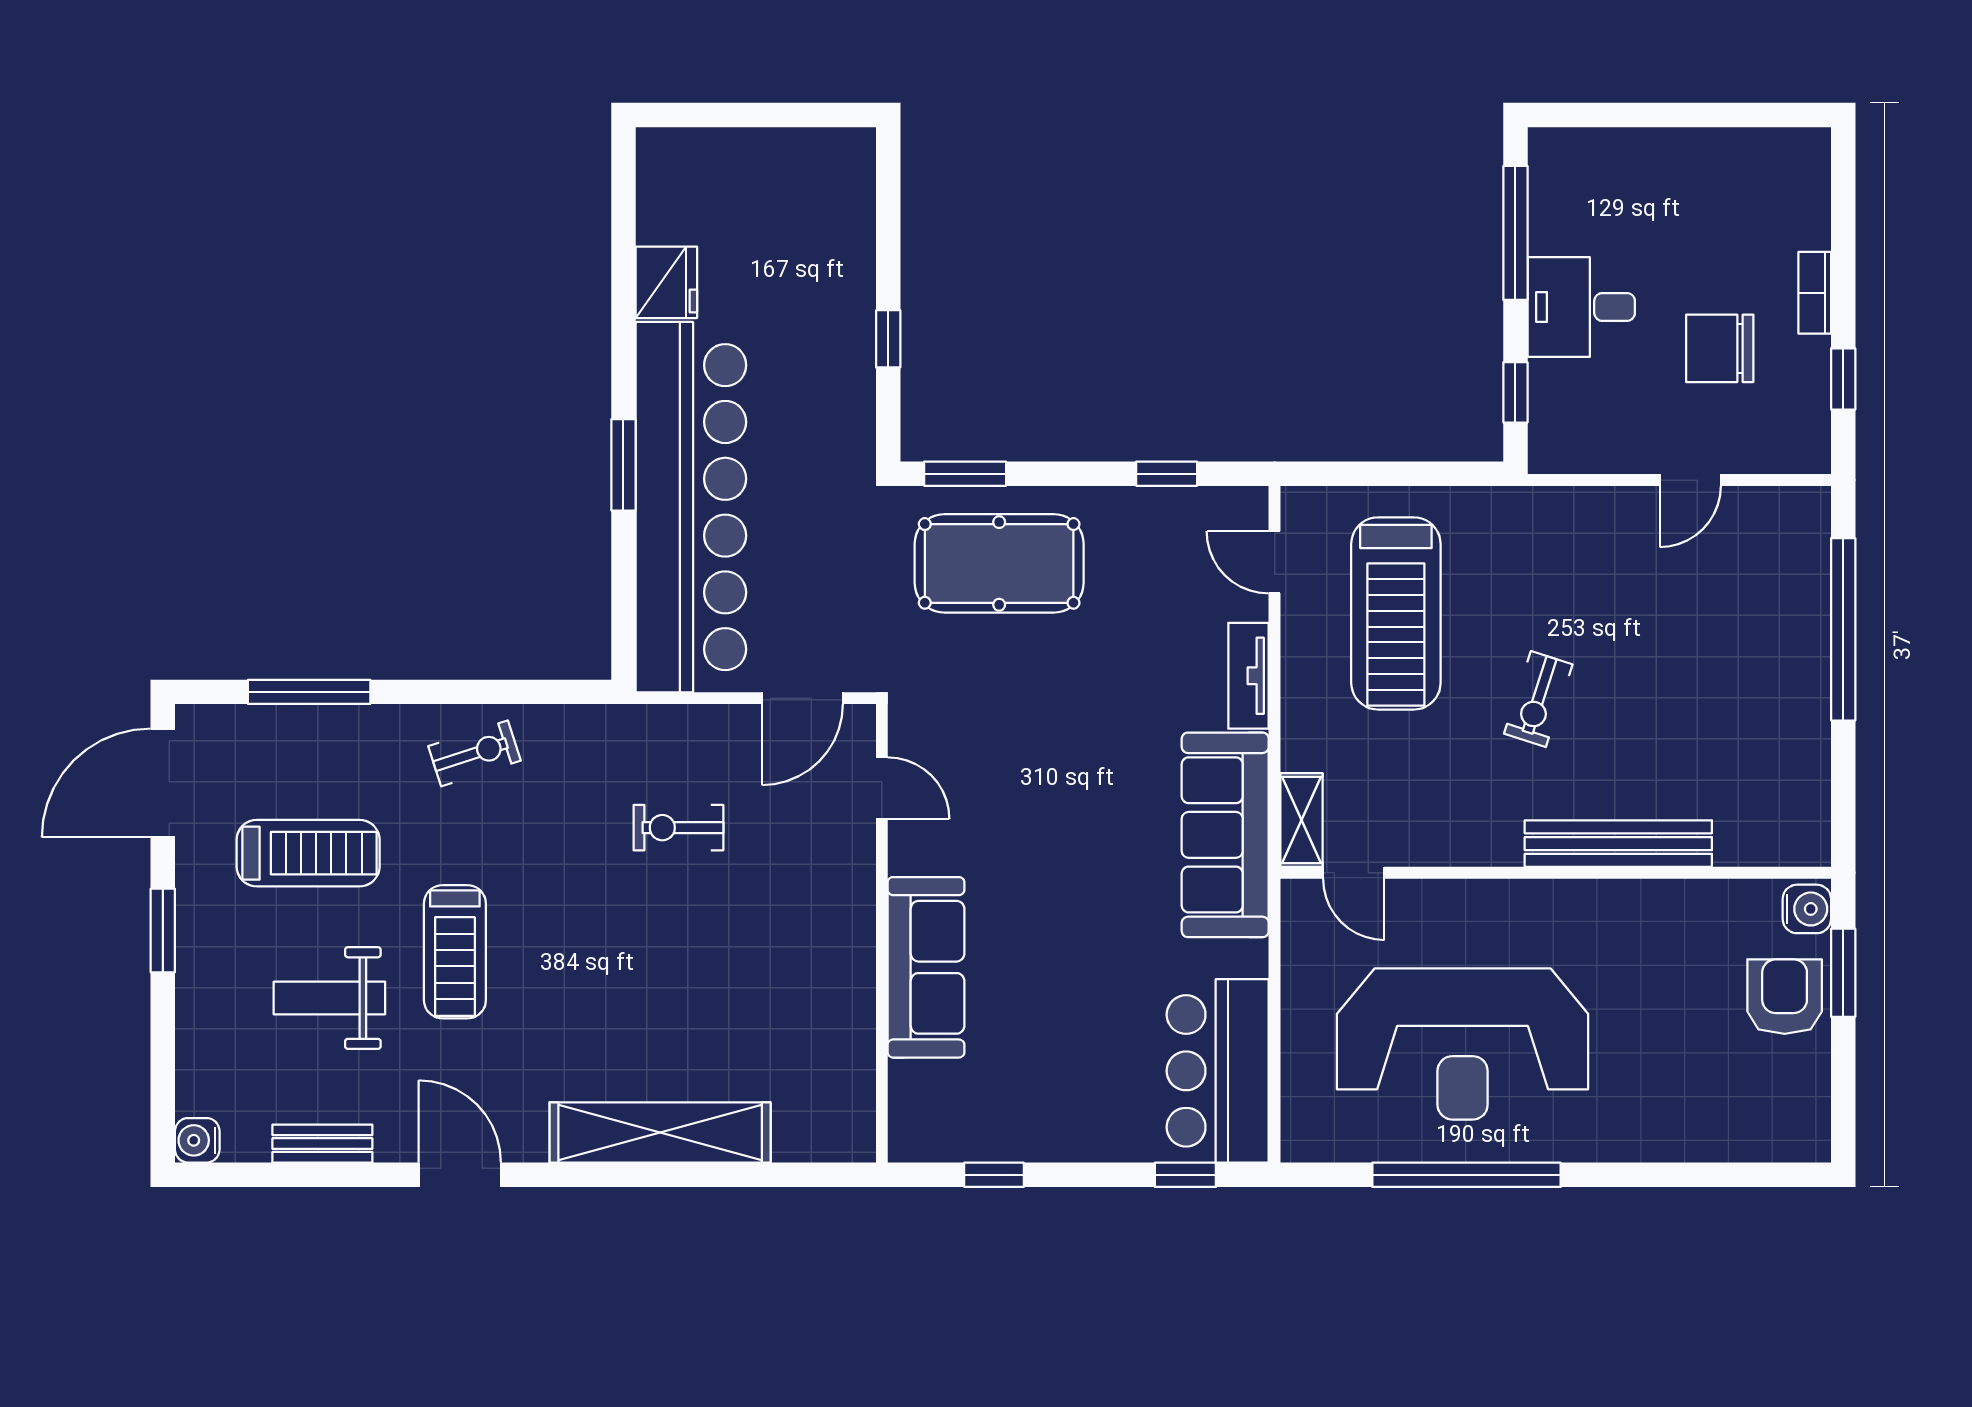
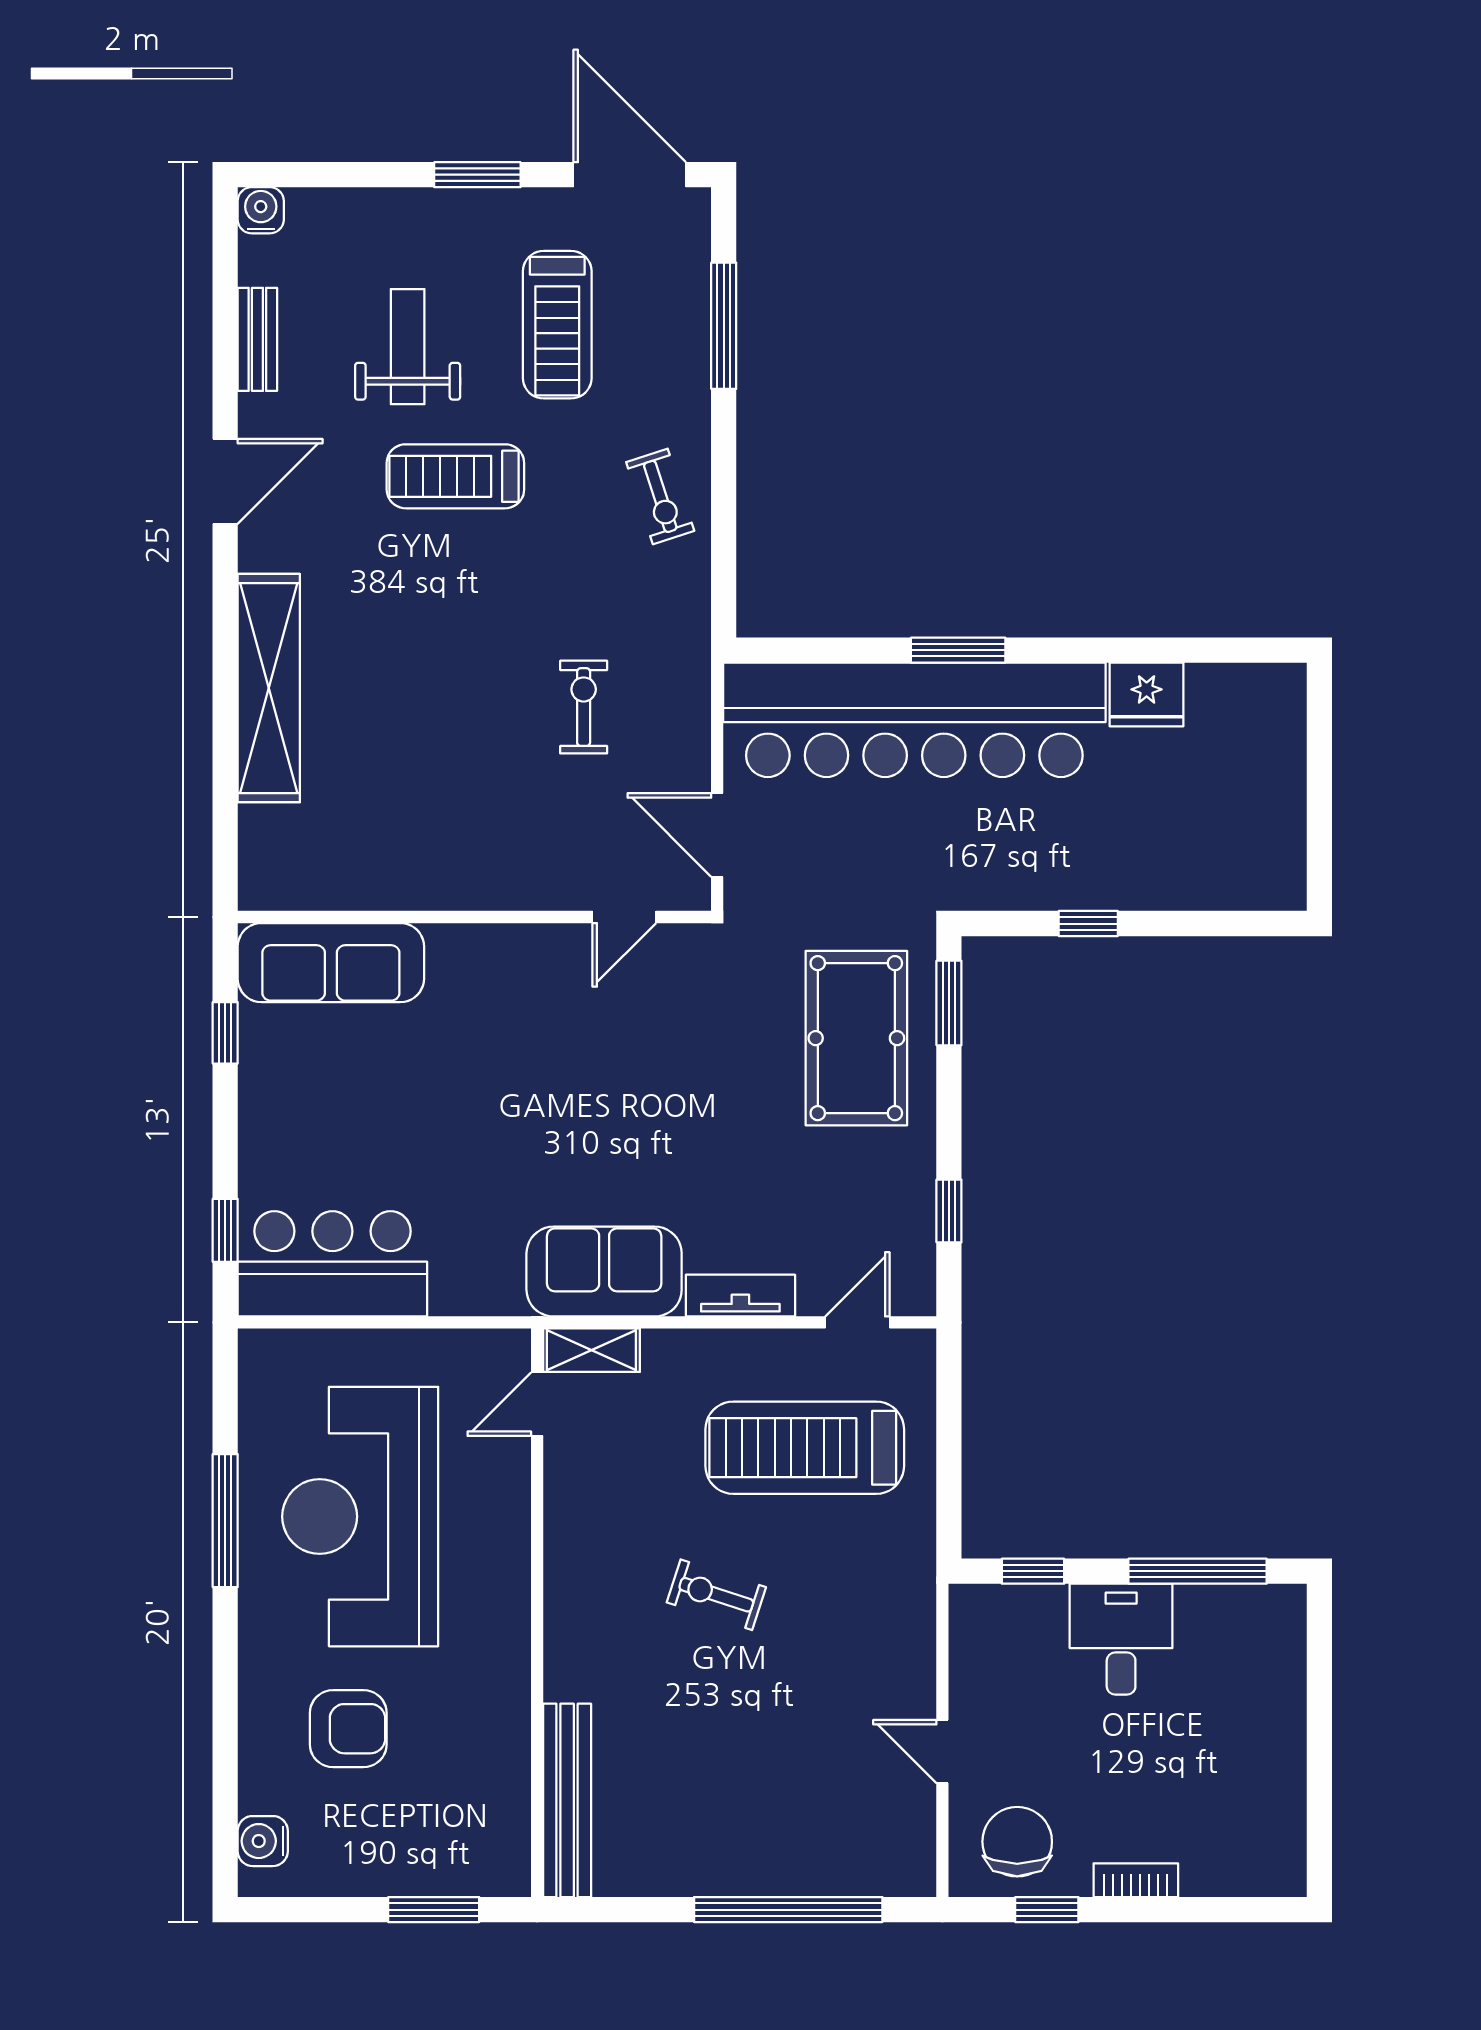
chair: (1720, 348) -> (1017, 1842), moved
sofa: (1225, 835) -> (604, 1272), width x0.73
bench: (1618, 844) -> (567, 1800), moved
water cooler: (1807, 909) -> (263, 1841), moved, turned 90
sofa: (926, 967) -> (331, 963), moved
armchair: (1785, 997) -> (348, 1729), moved
window: (1467, 1175) -> (225, 1521), width x0.68

